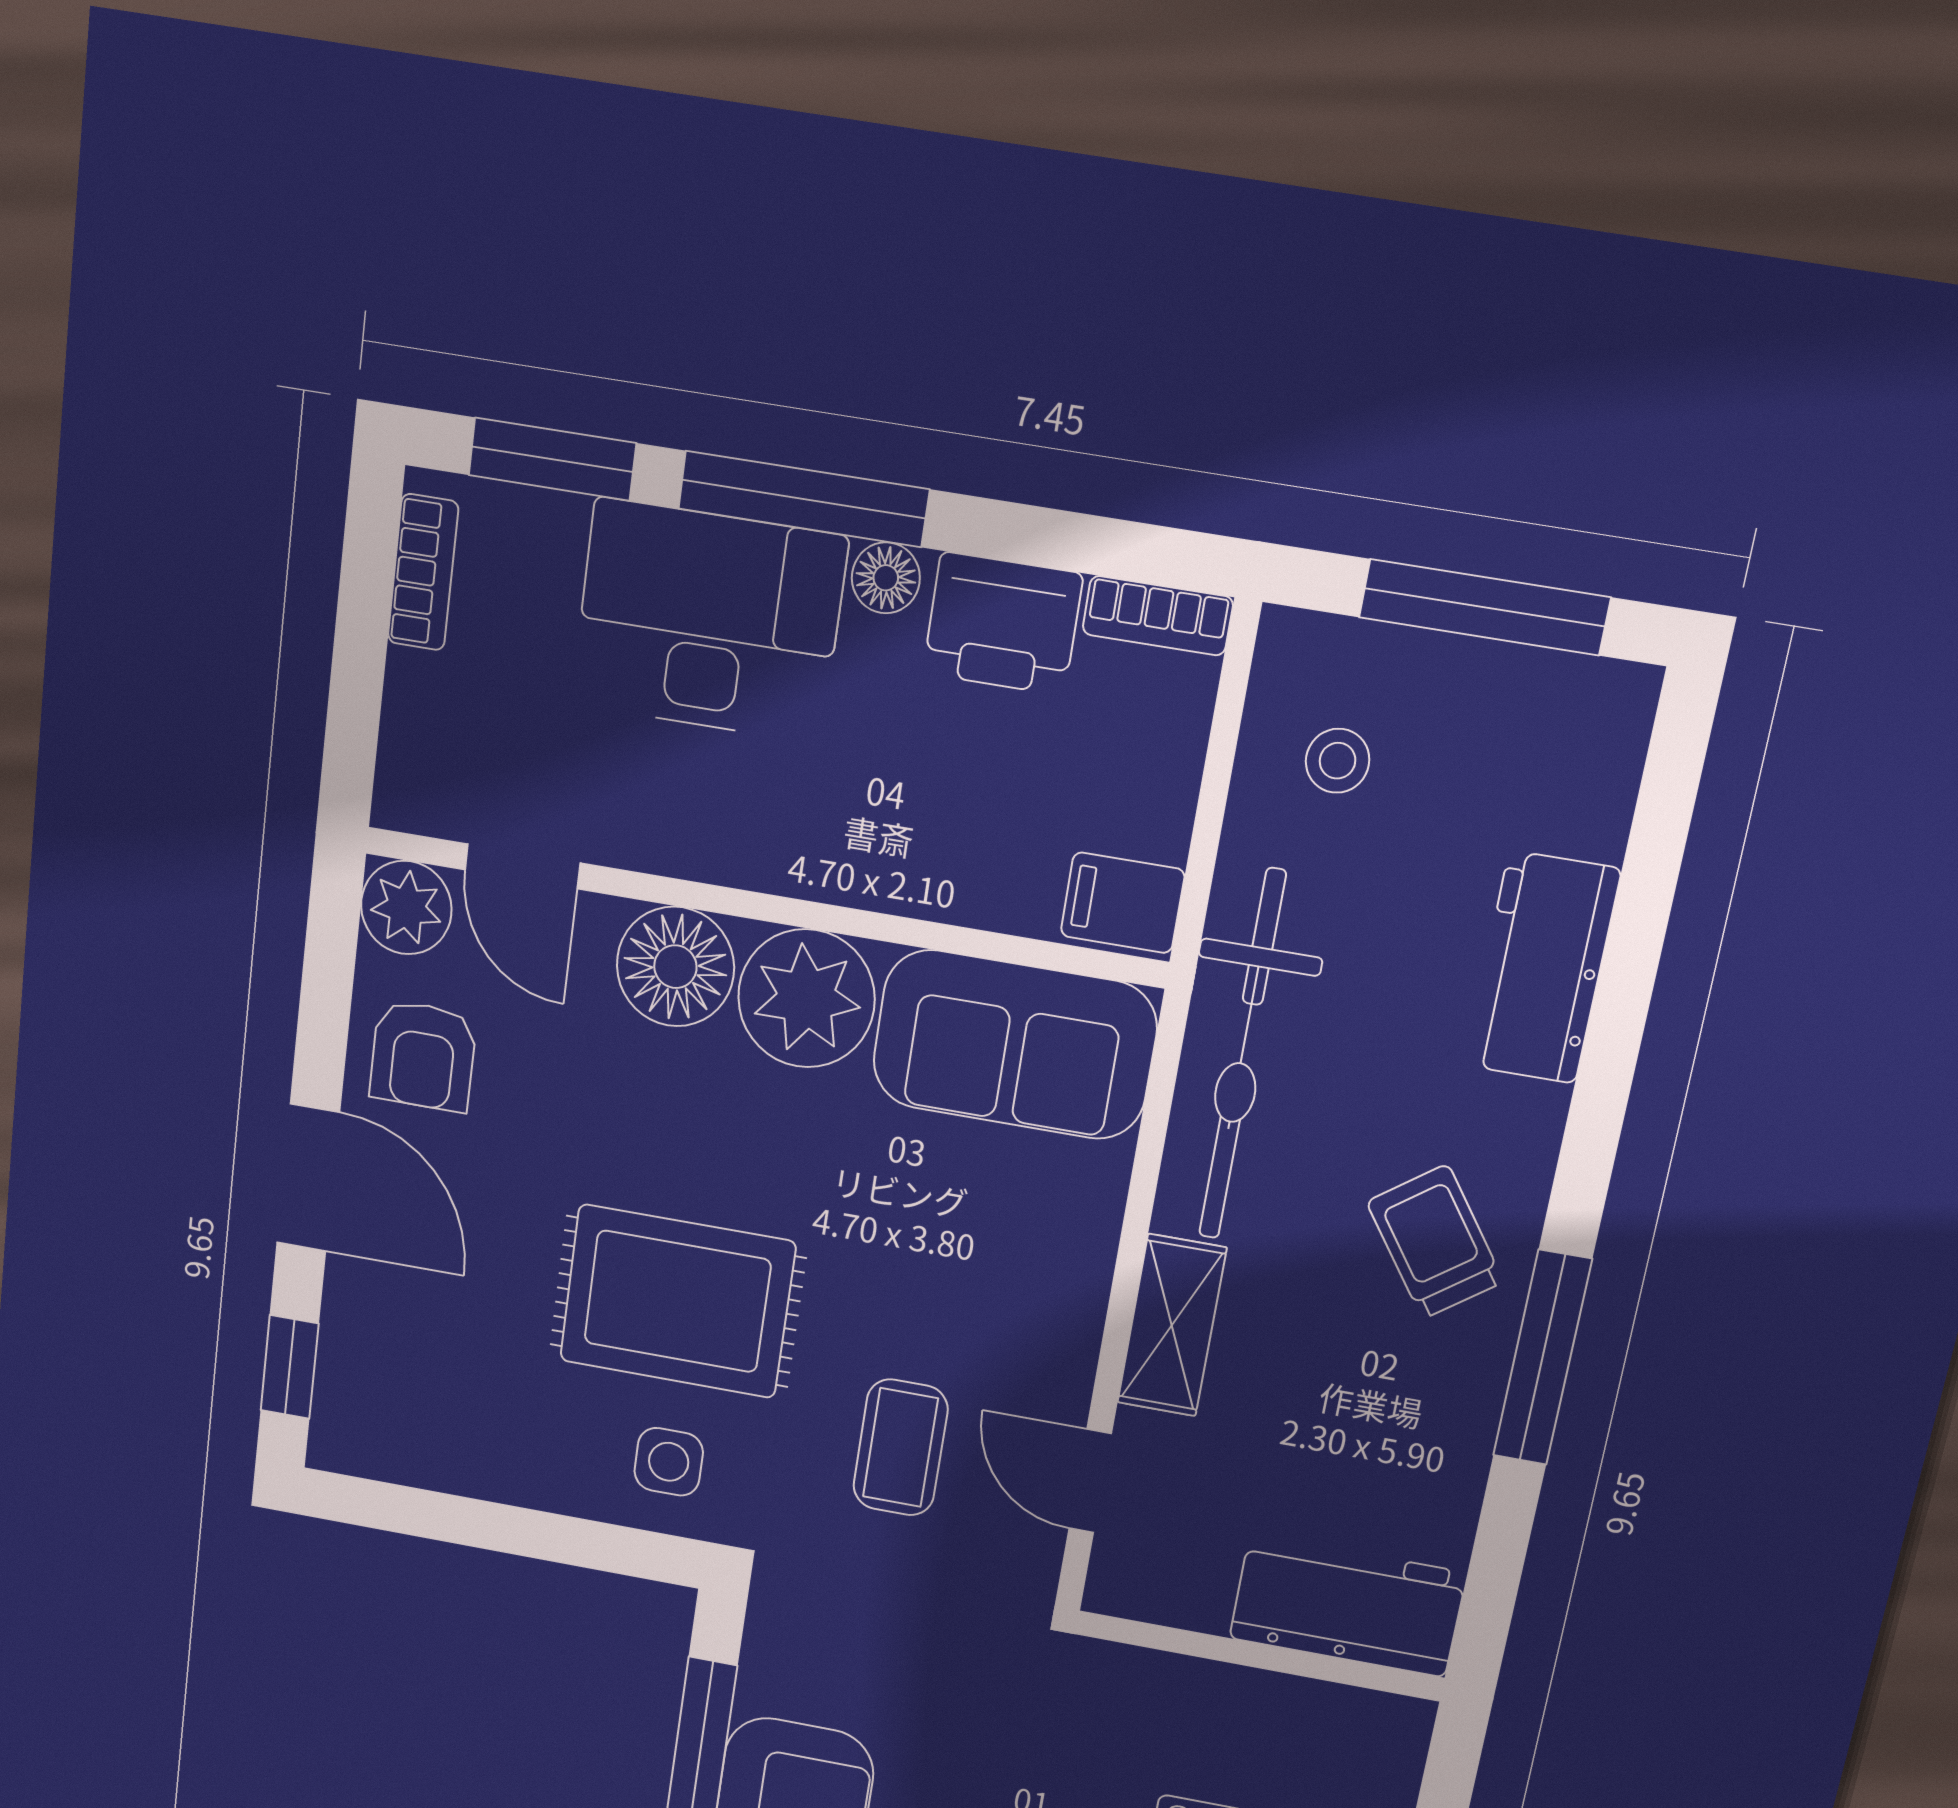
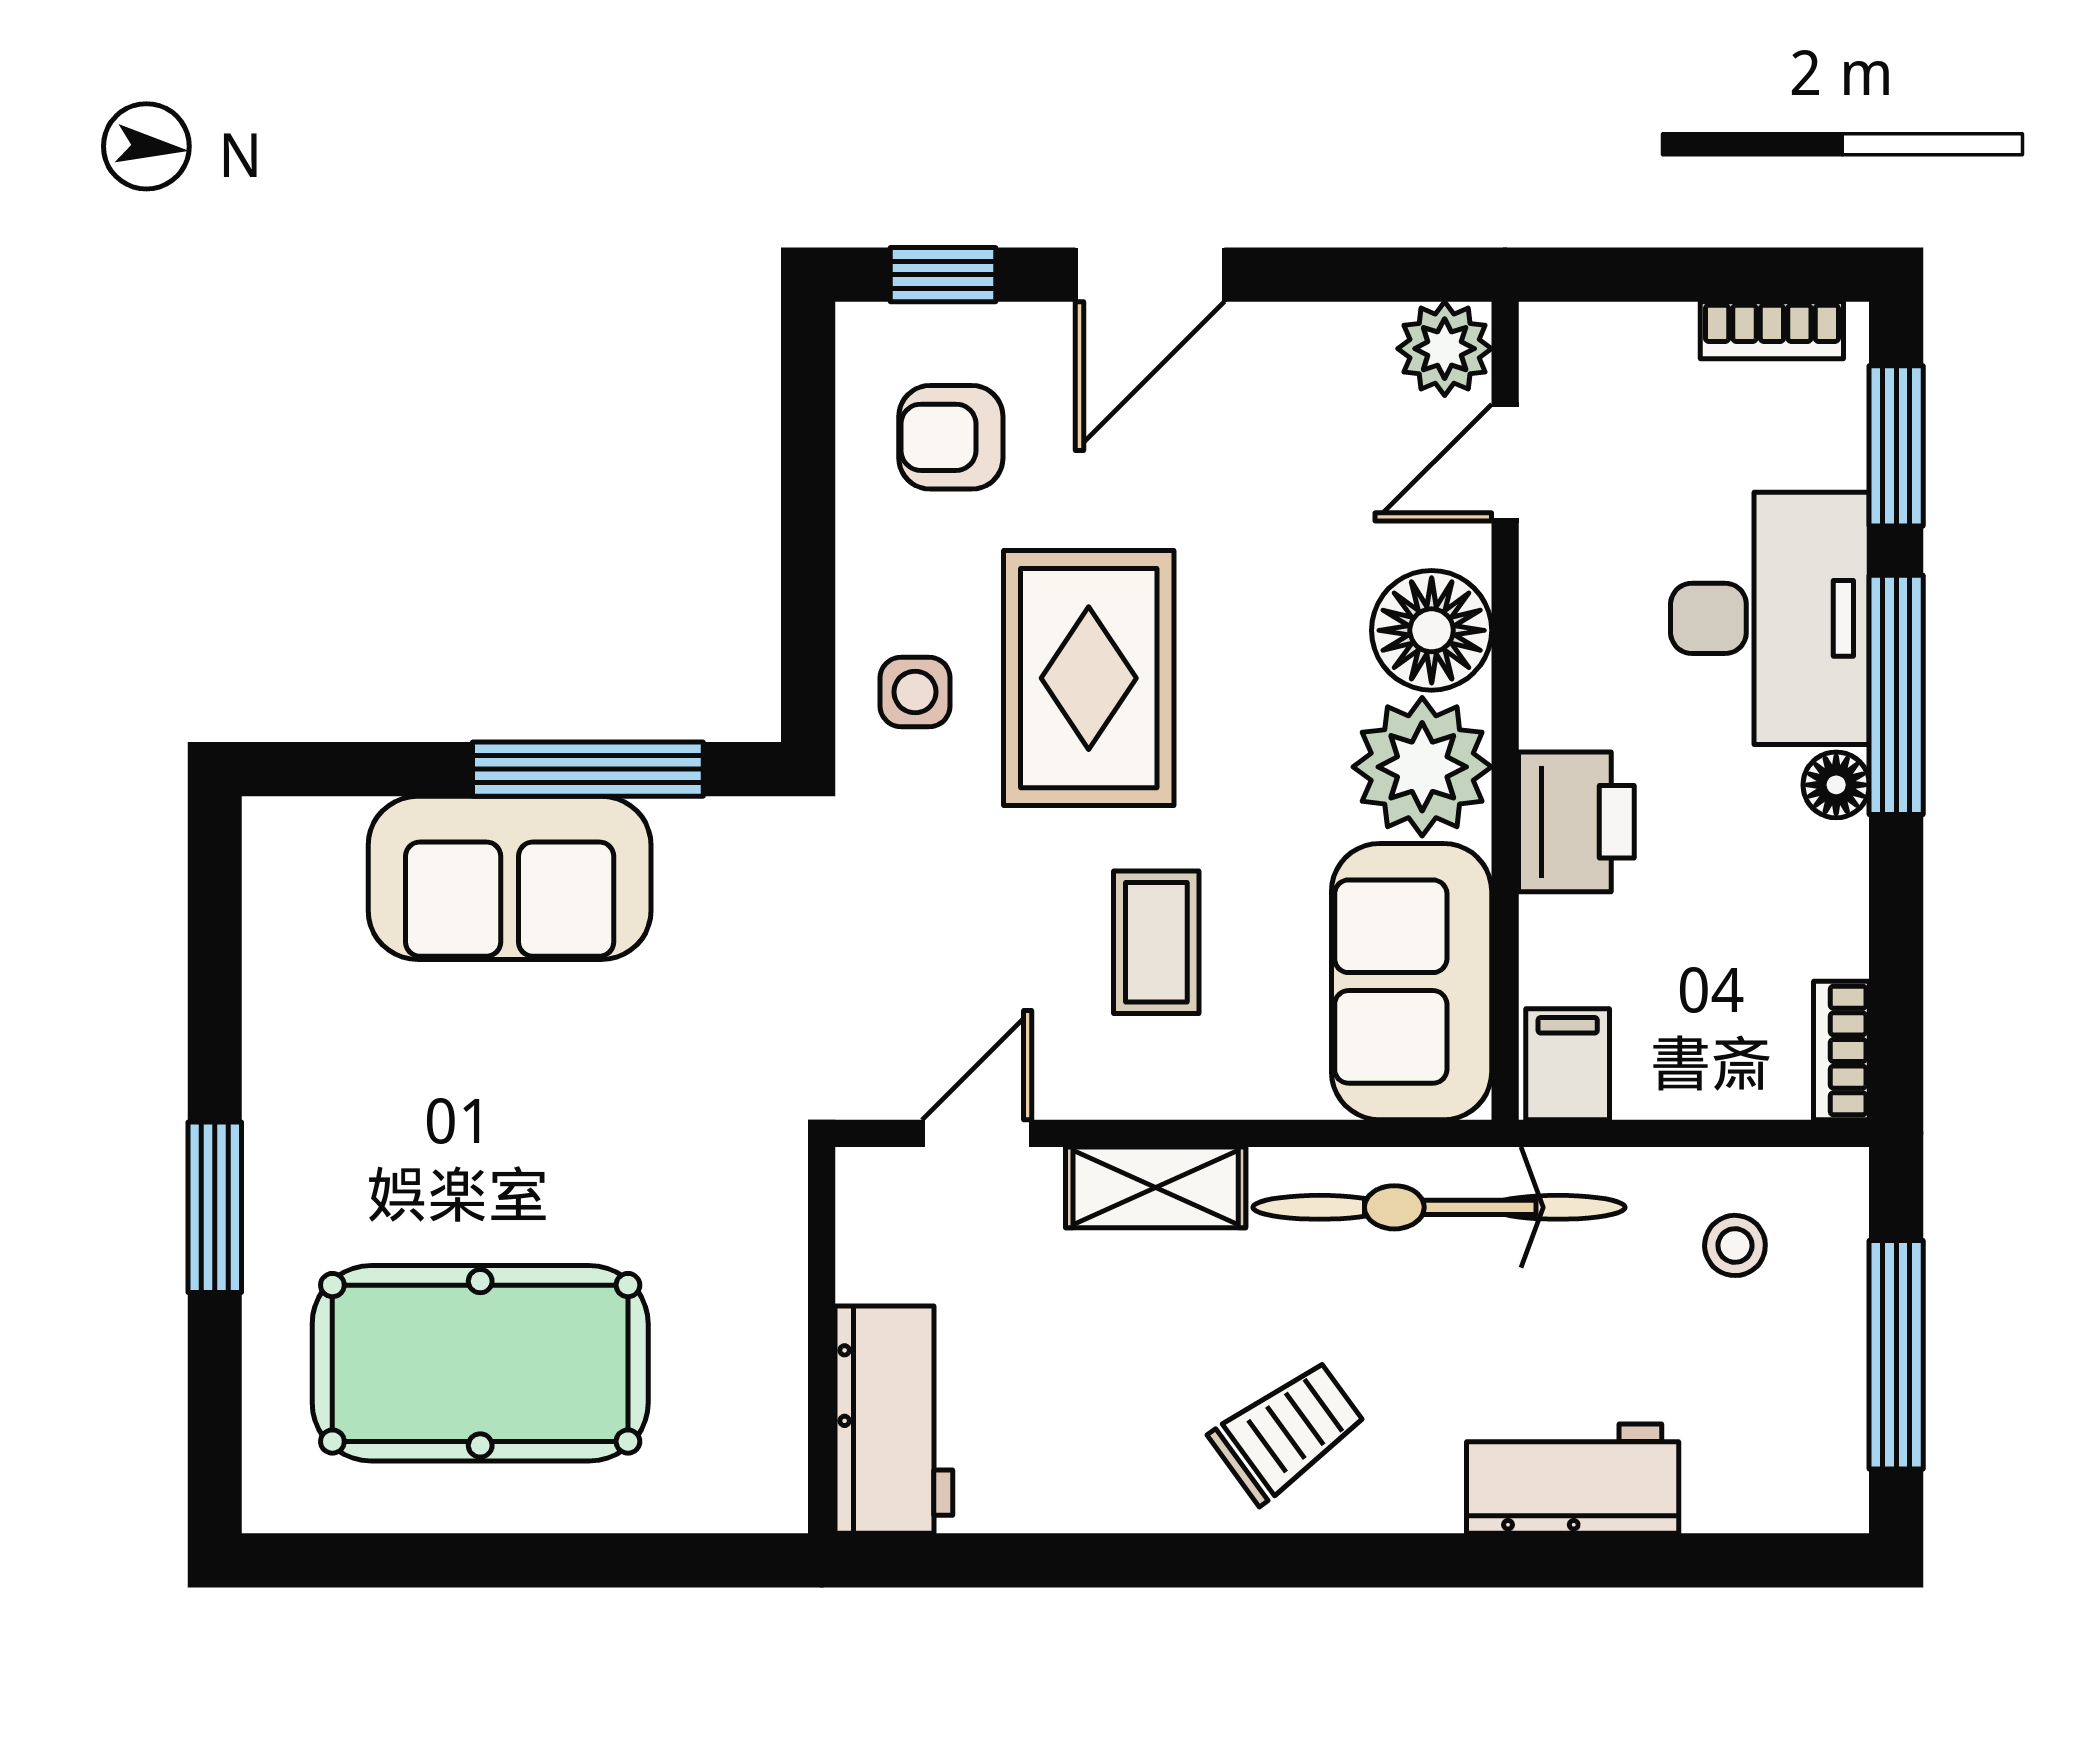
printer: (1003, 624) -> (1576, 822), moved, turned 180
armchair: (423, 1056) -> (951, 437), moved
window: (1542, 1358) -> (1190, 1560), removed
coffee table: (900, 1448) -> (1156, 942), moved, turned 90

